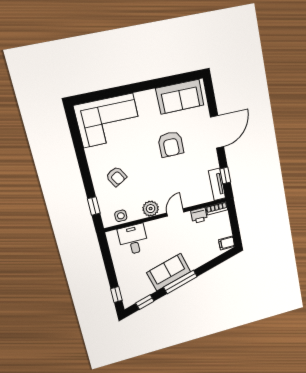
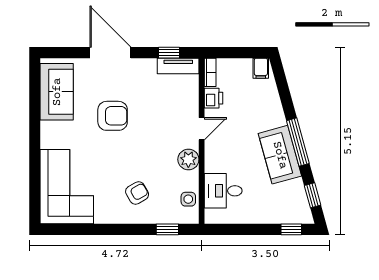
door: (175, 212) -> (202, 129), swing flipped

